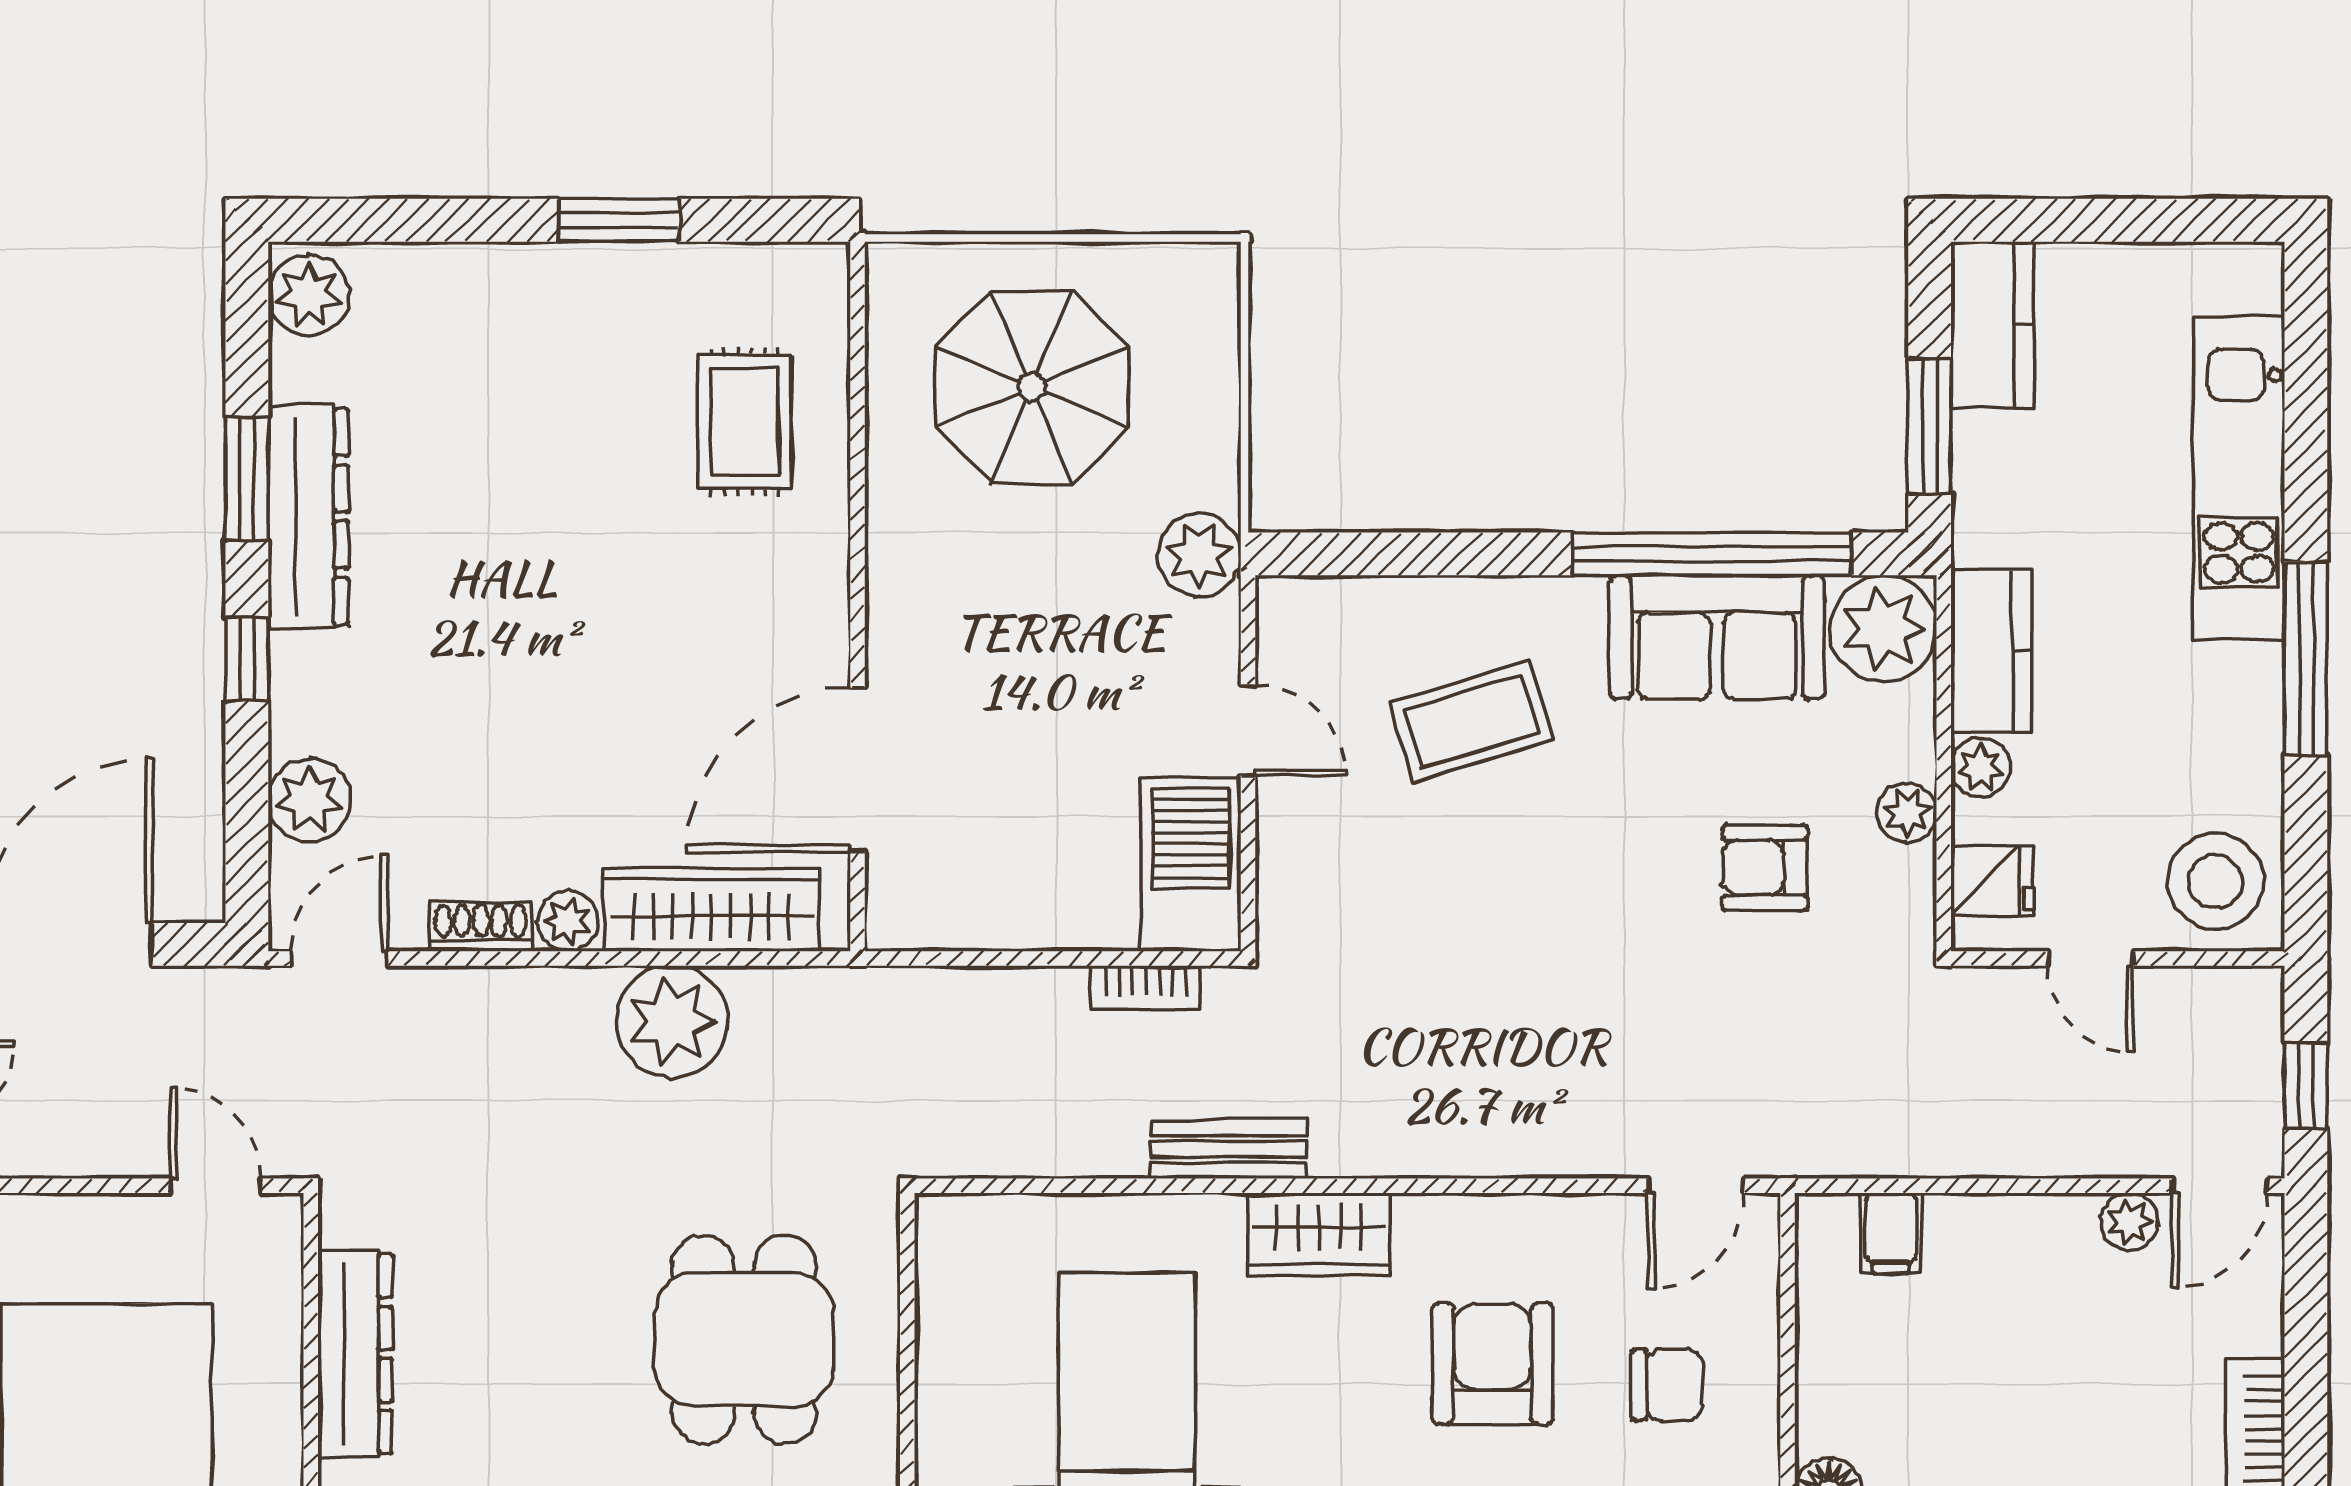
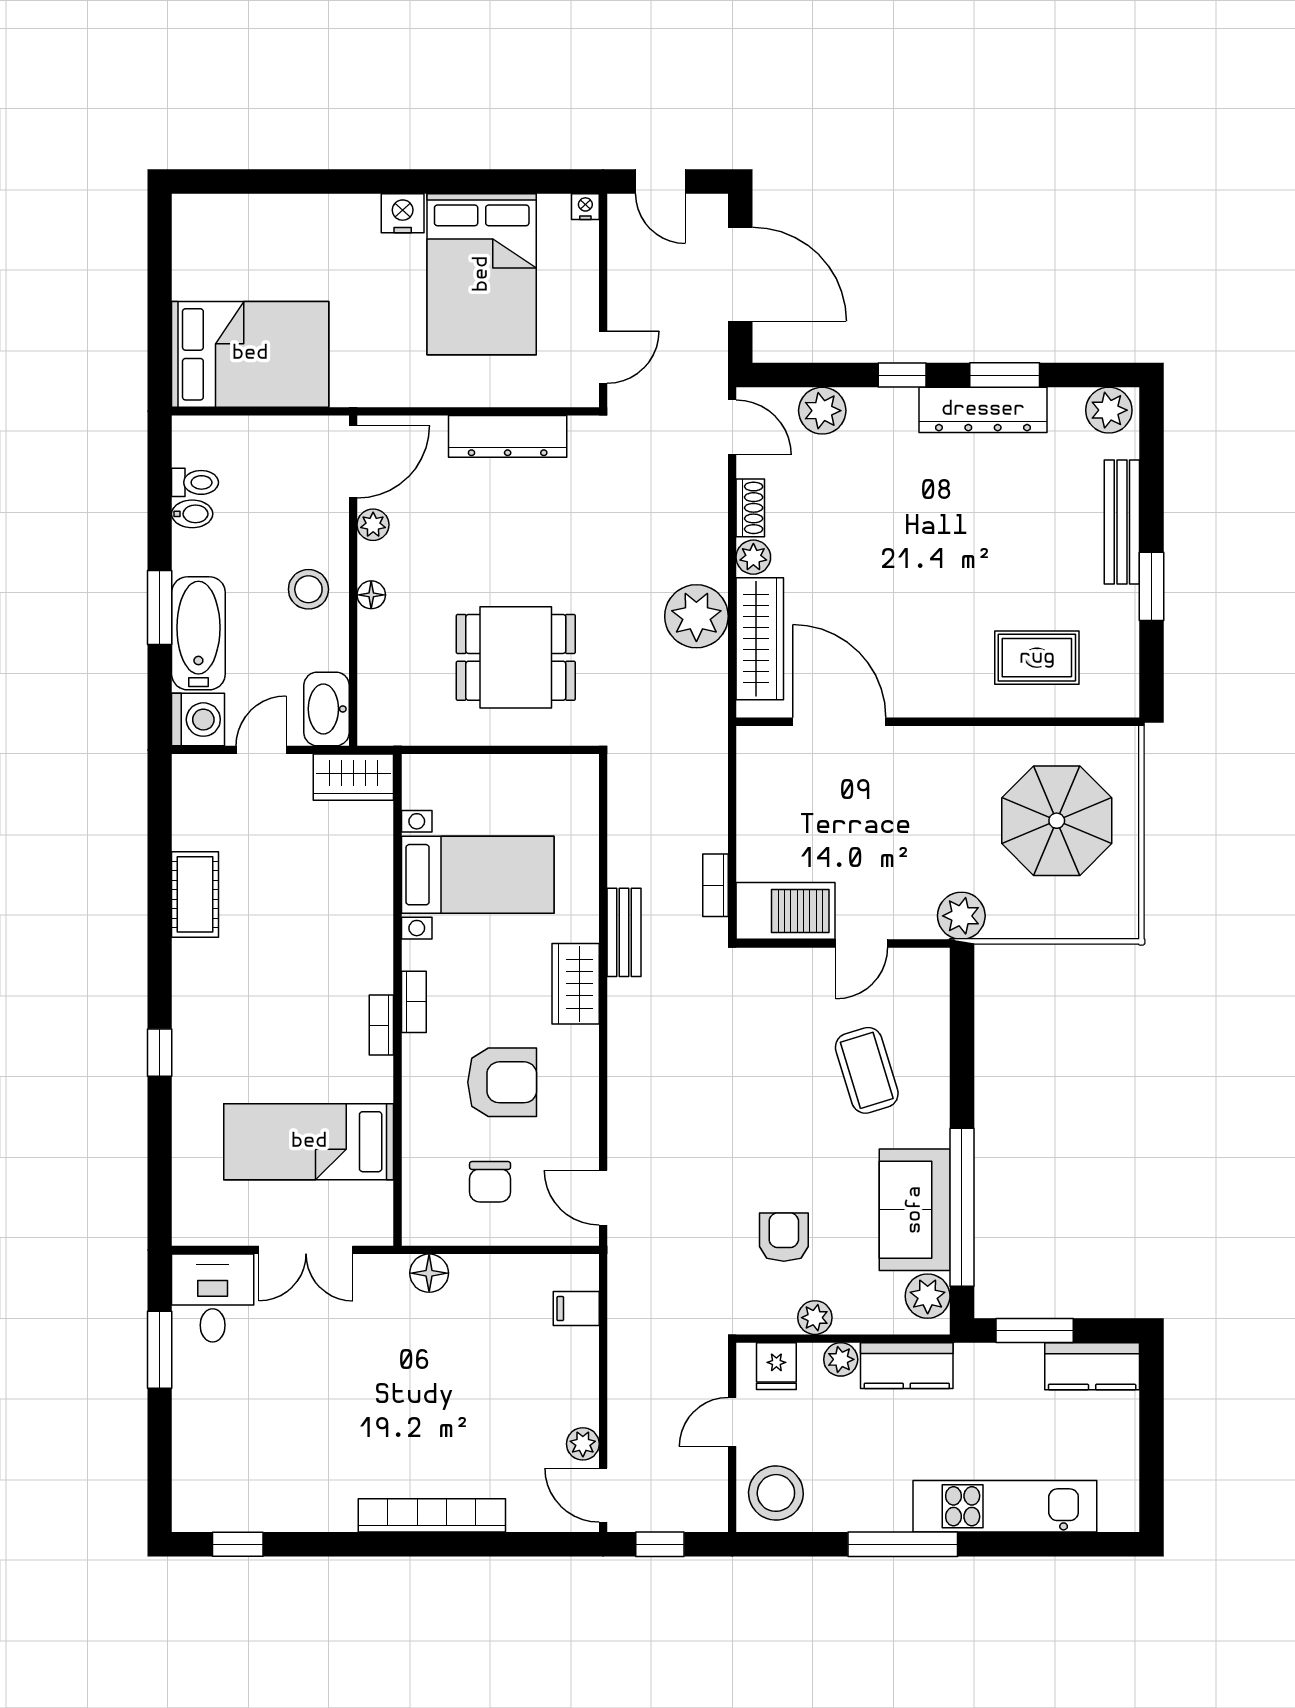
bench: (506, 272) -> (1122, 522), added
plant: (1883, 629) -> (928, 1296), width x0.73, depth x0.73

